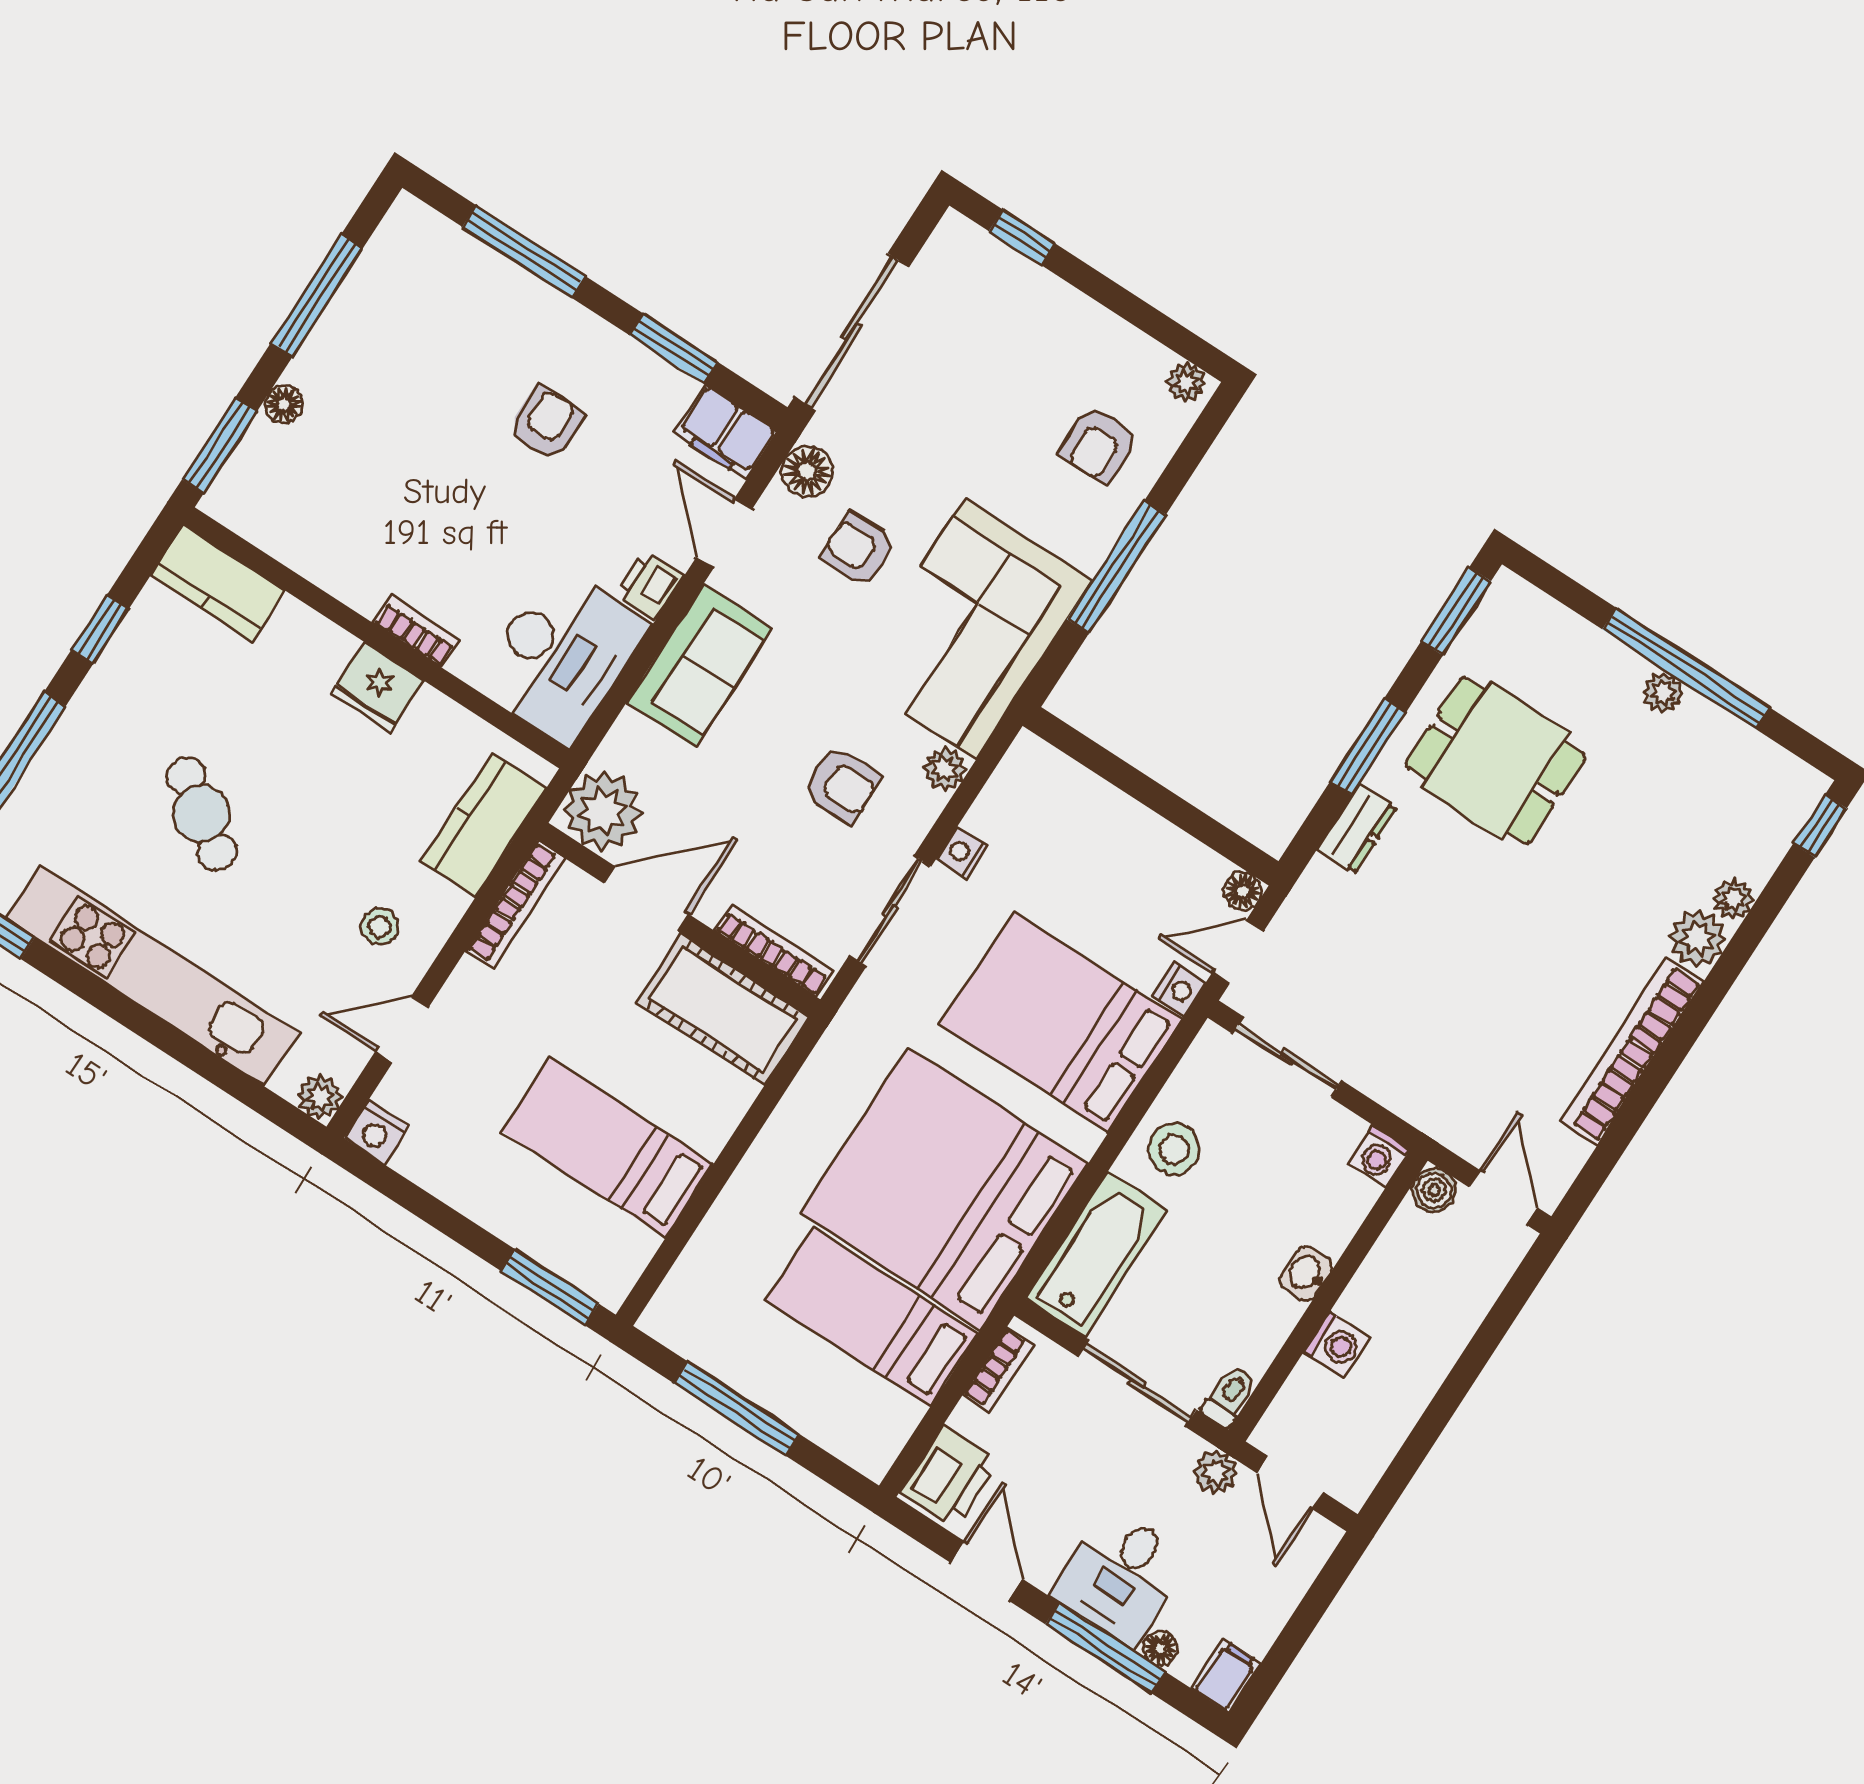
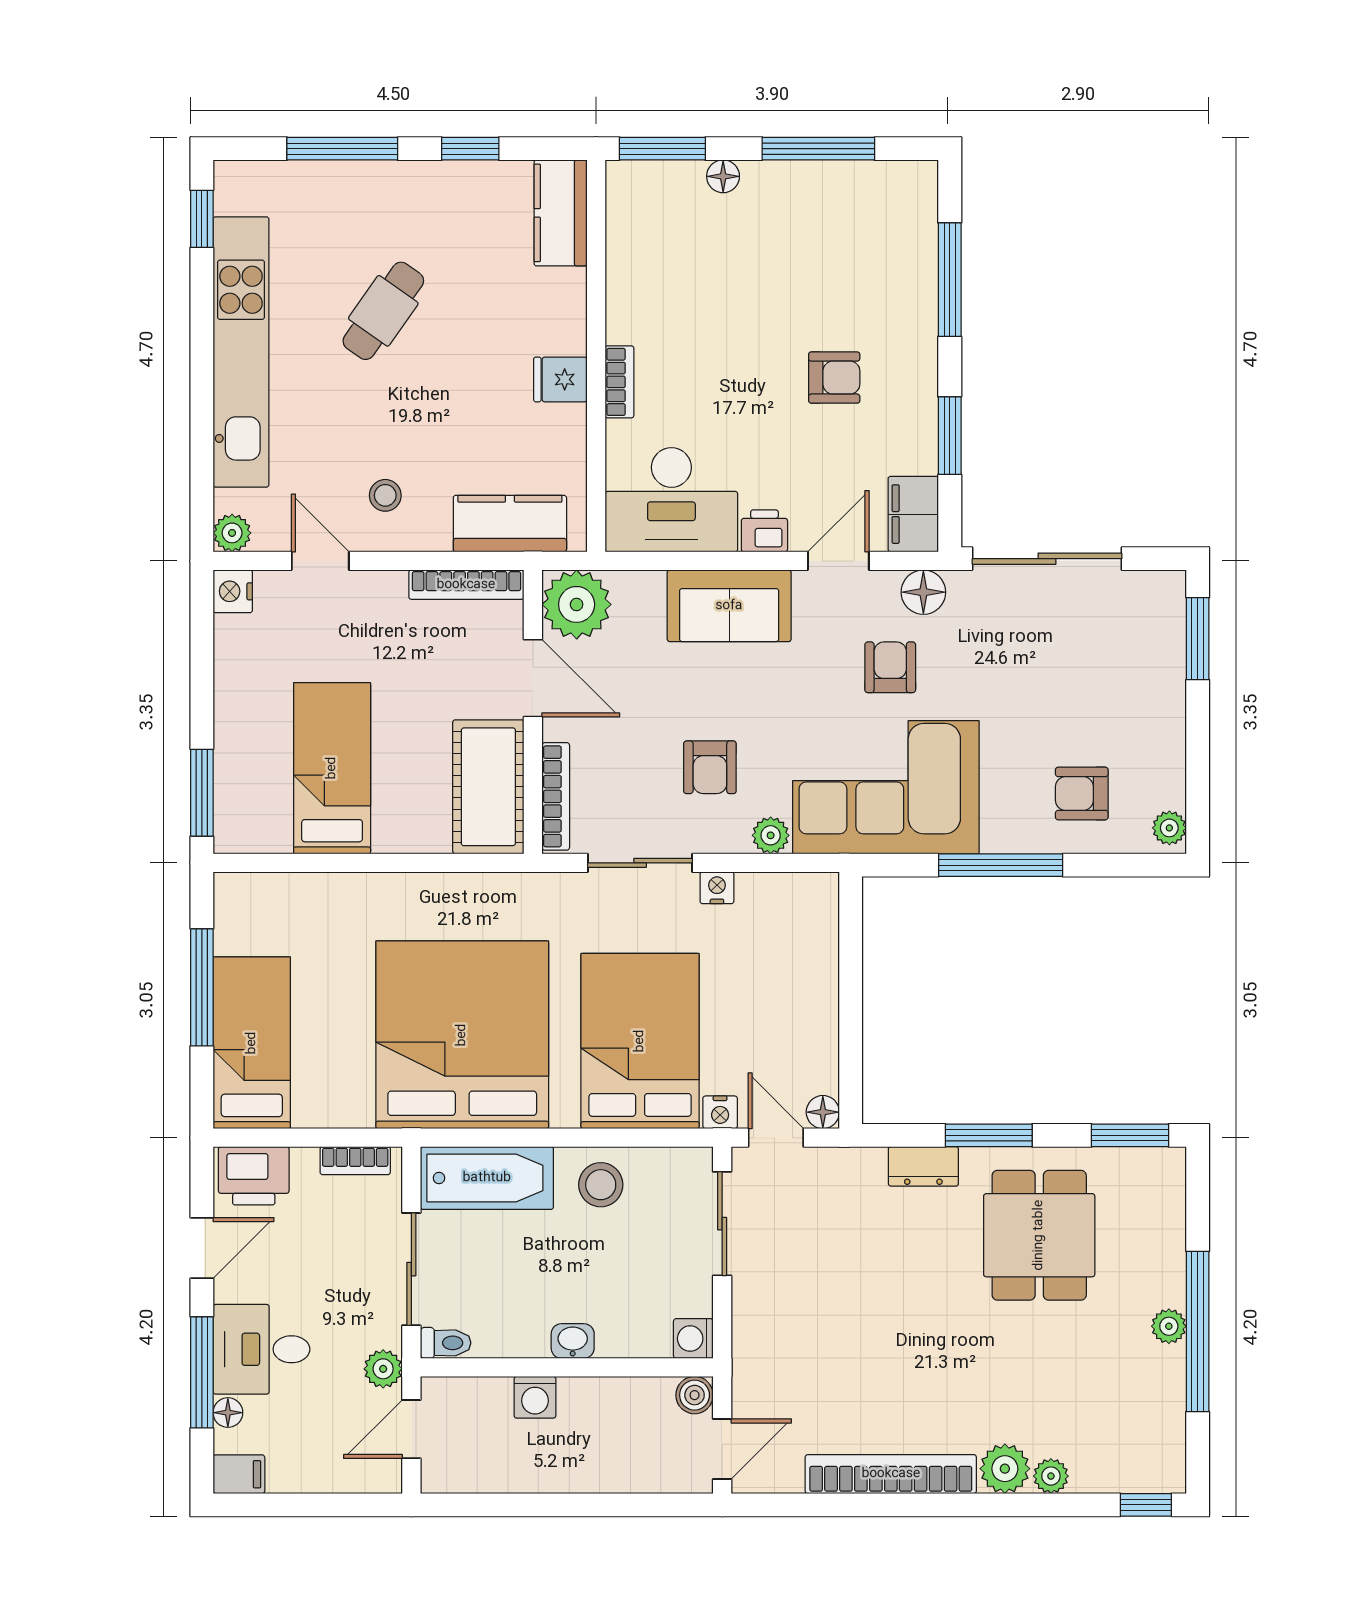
window: (1022, 237) -> (1198, 639), width x1.50
fridge: (377, 687) -> (560, 379), width x0.72
bed: (872, 1317) -> (252, 1043), moved

